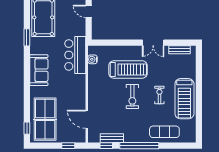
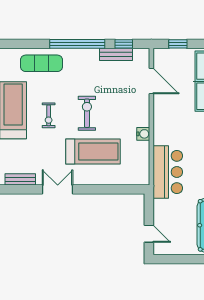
water cooler: (93, 59) -> (143, 134), moved
treadmill: (128, 69) -> (93, 152), turned 180

